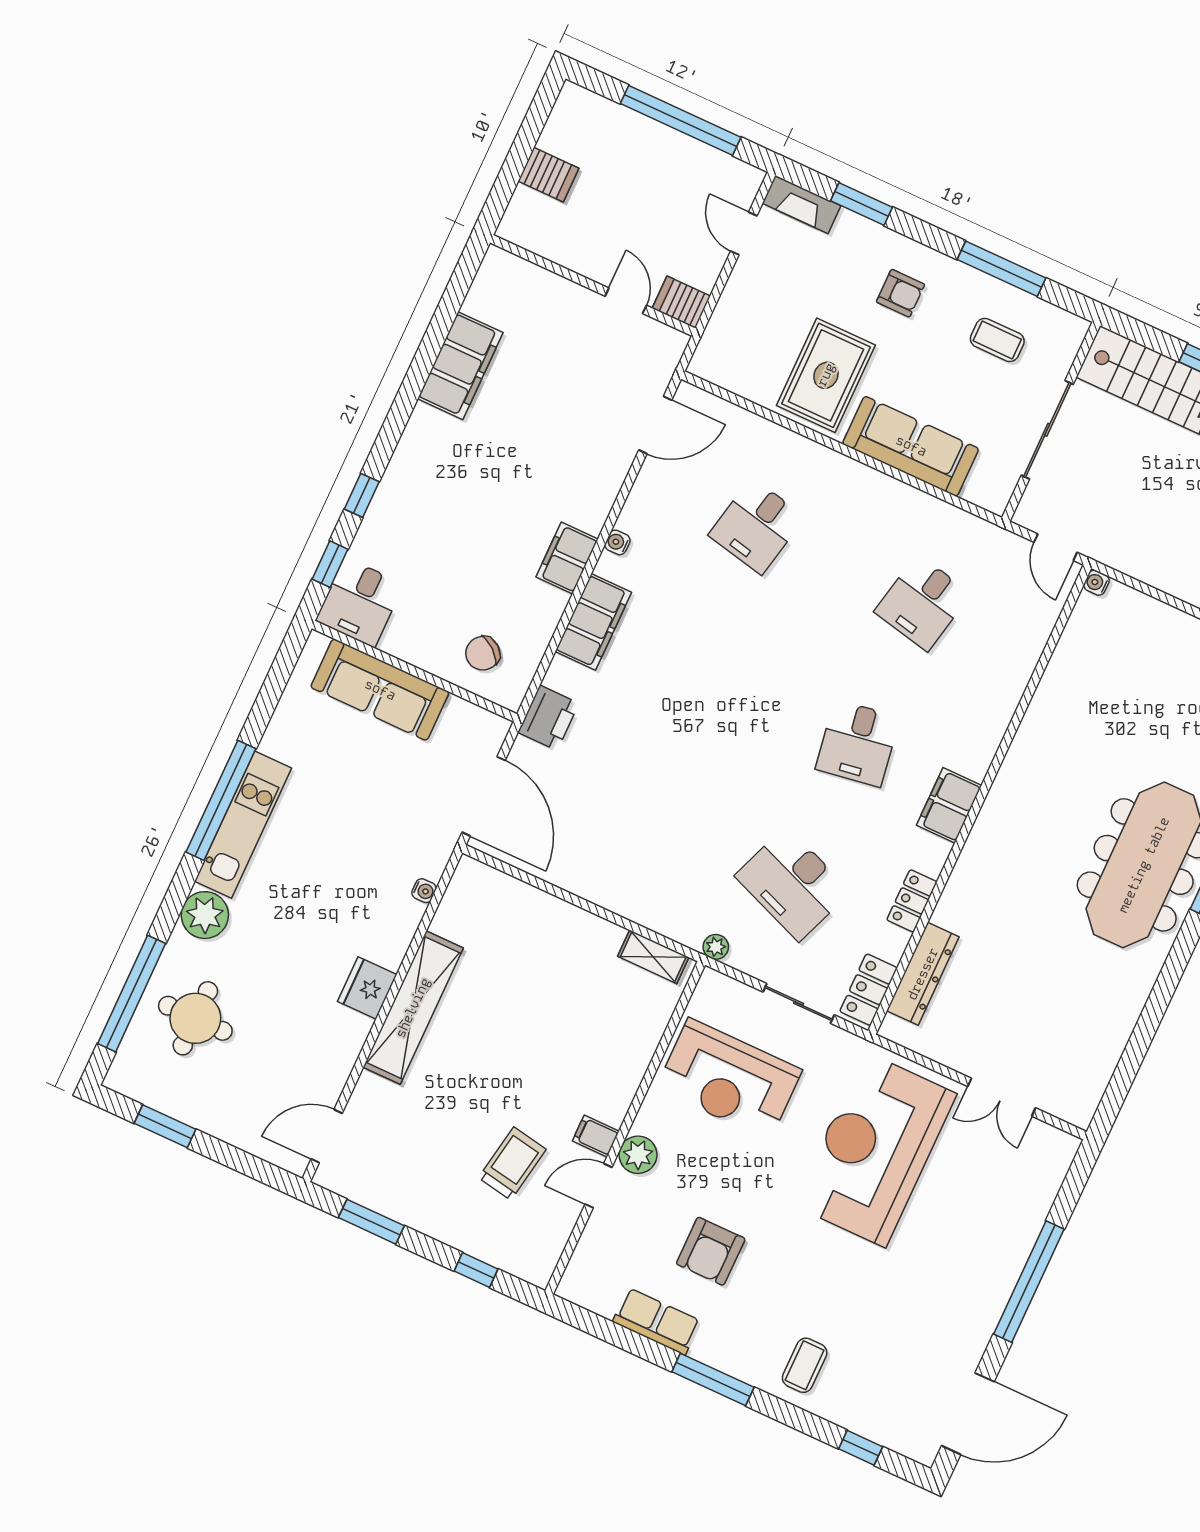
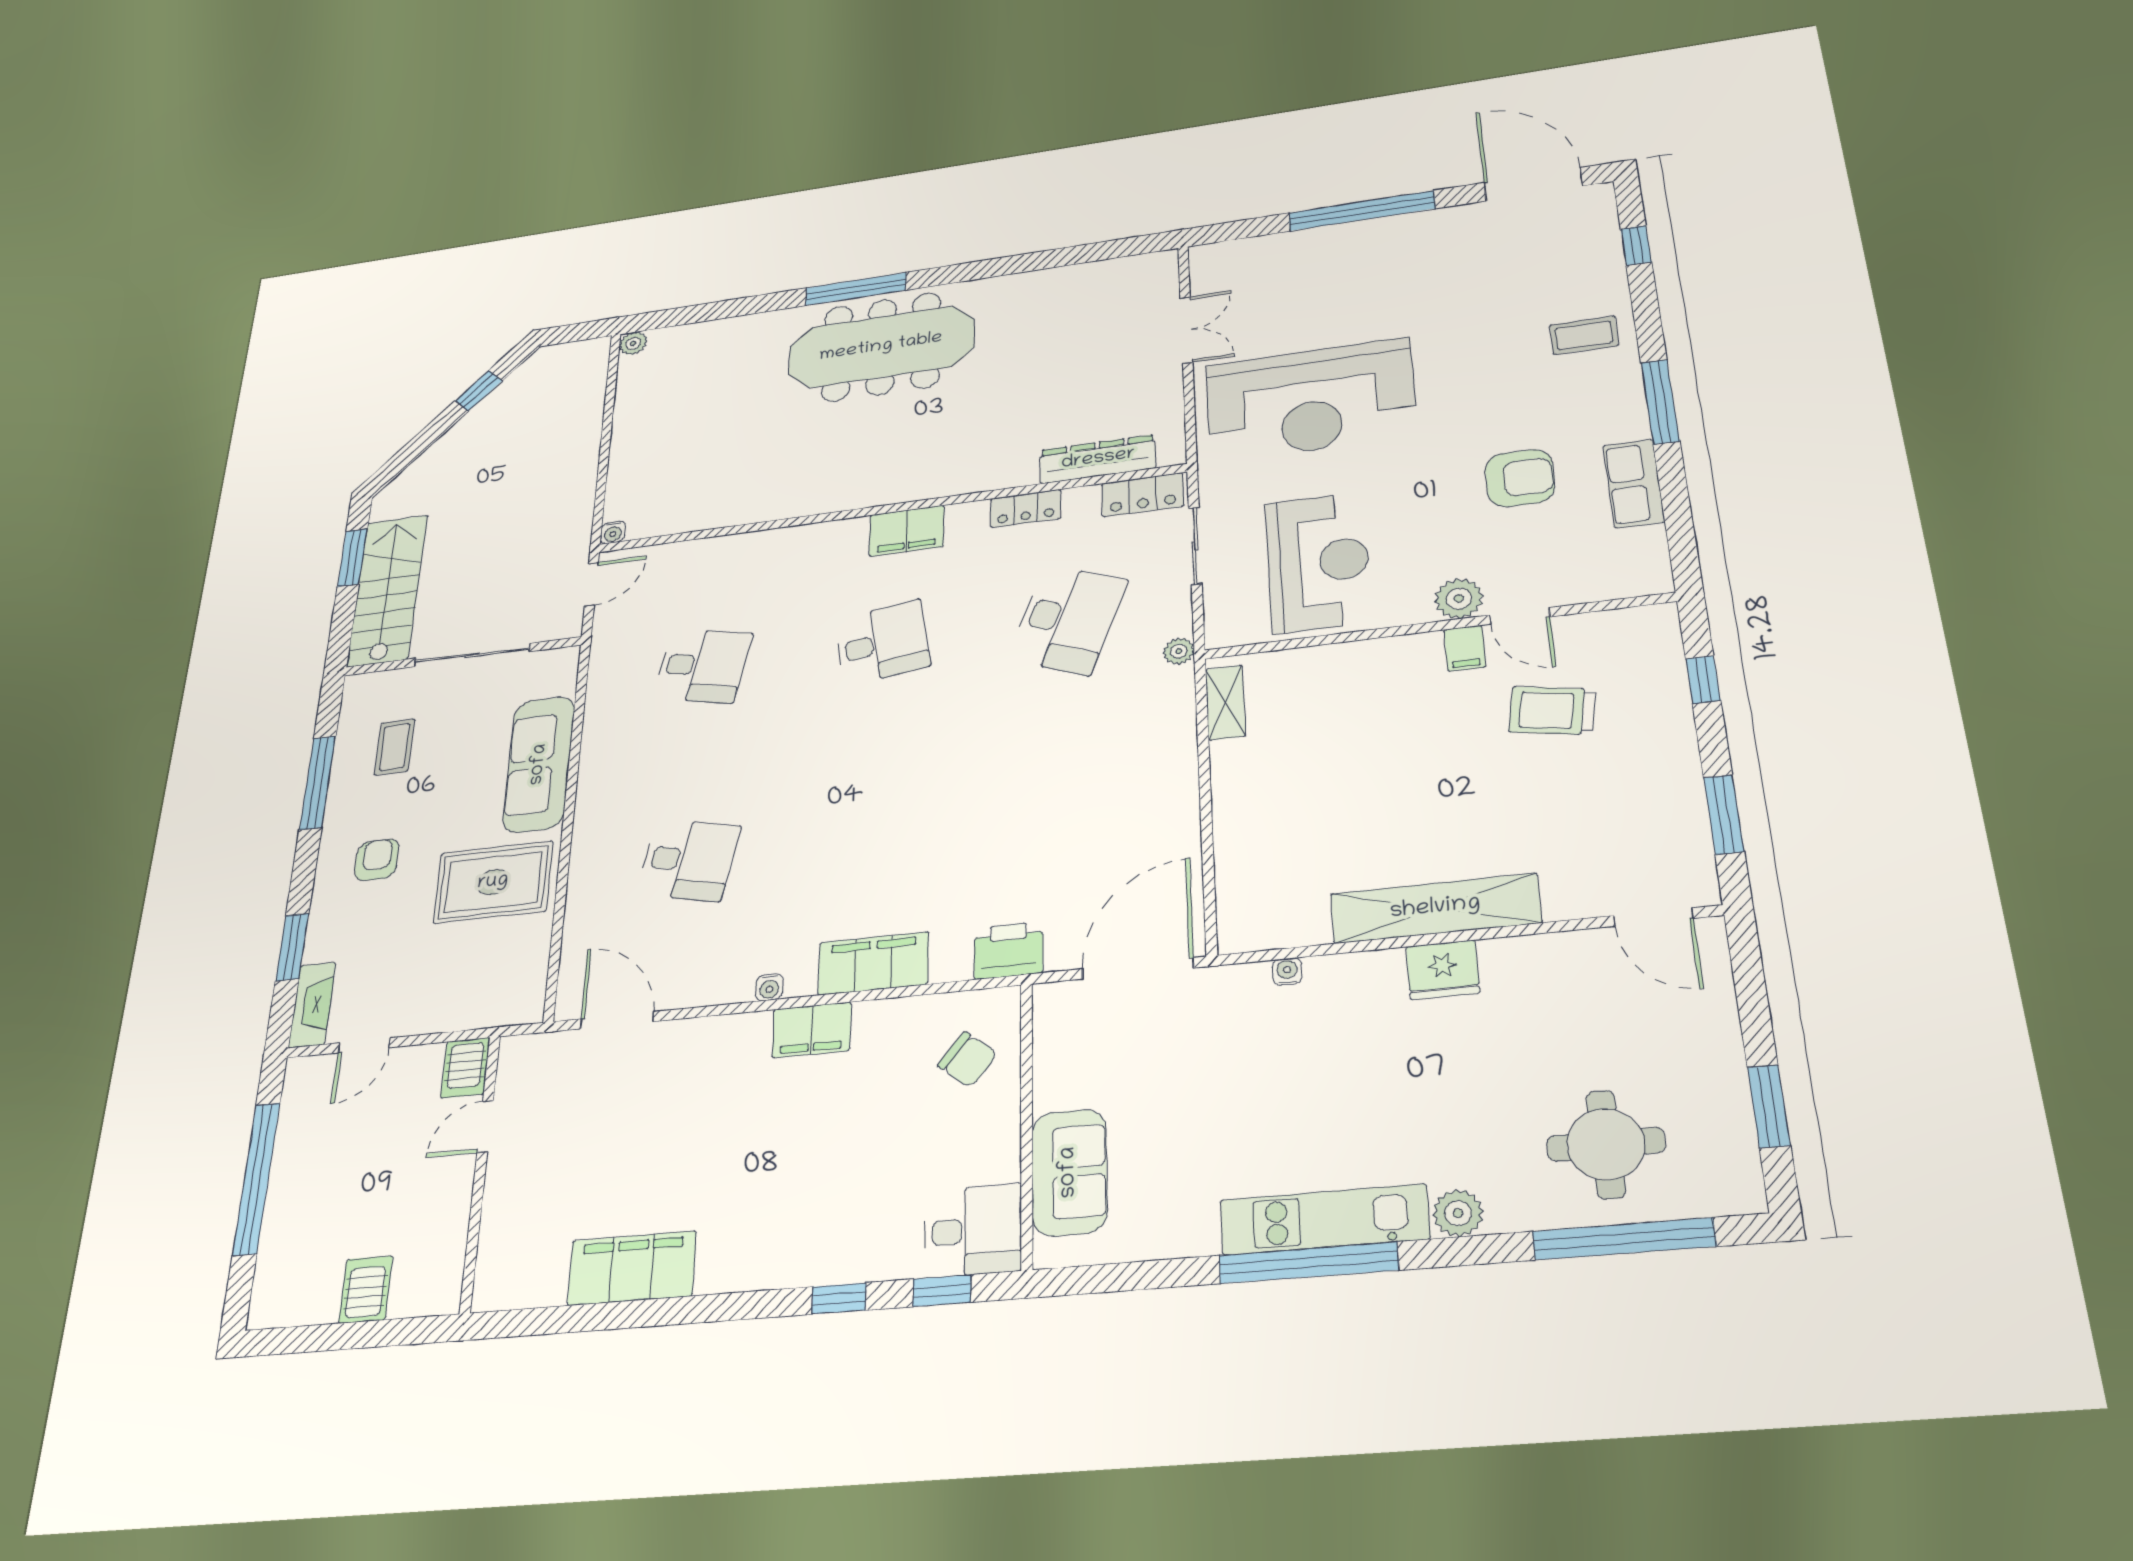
sofa: (380, 690) -> (1069, 1172), width x0.73
plant: (205, 915) -> (1458, 1213), width x0.73, depth x0.73

